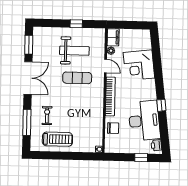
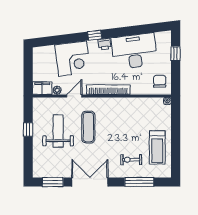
window: (161, 105) -> (95, 35), moved
chair: (113, 128) -> (160, 81), moved
treadmill: (57, 139) -> (157, 147), turned 180
printer: (156, 145) -> (105, 44), moved

